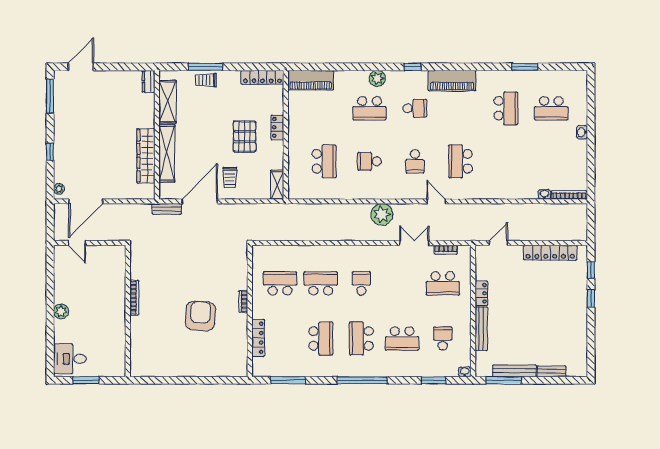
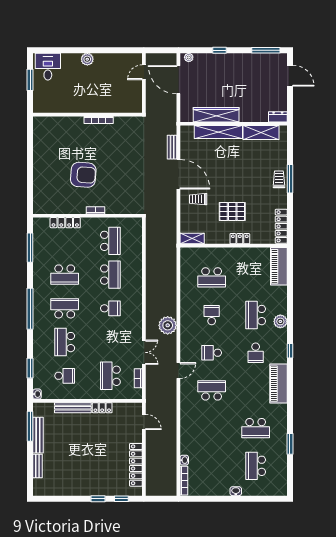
dresser: (148, 81) -> (278, 117), moved
shelving: (168, 102) -> (261, 133), moved
wall: (157, 135) -> (234, 124), moved
shelving: (167, 153) -> (218, 132), moved
wardrobe: (146, 156) -> (216, 115), moved

